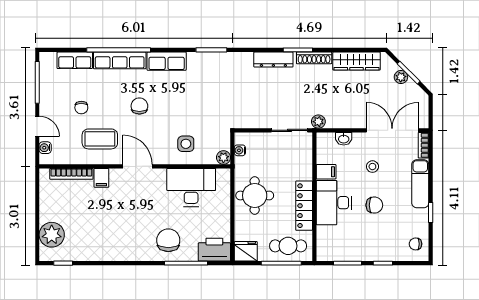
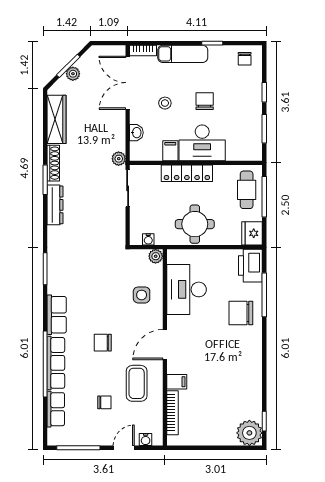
locker: (304, 206) -> (187, 173), moved
plant: (52, 235) -> (249, 433), moved

